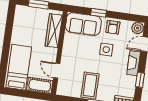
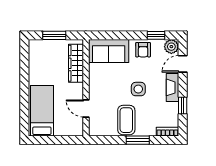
window: (99, 13) -> (156, 35), moved
side table: (106, 50) -> (138, 89), moved
cot: (40, 85) -> (69, 128), removed

